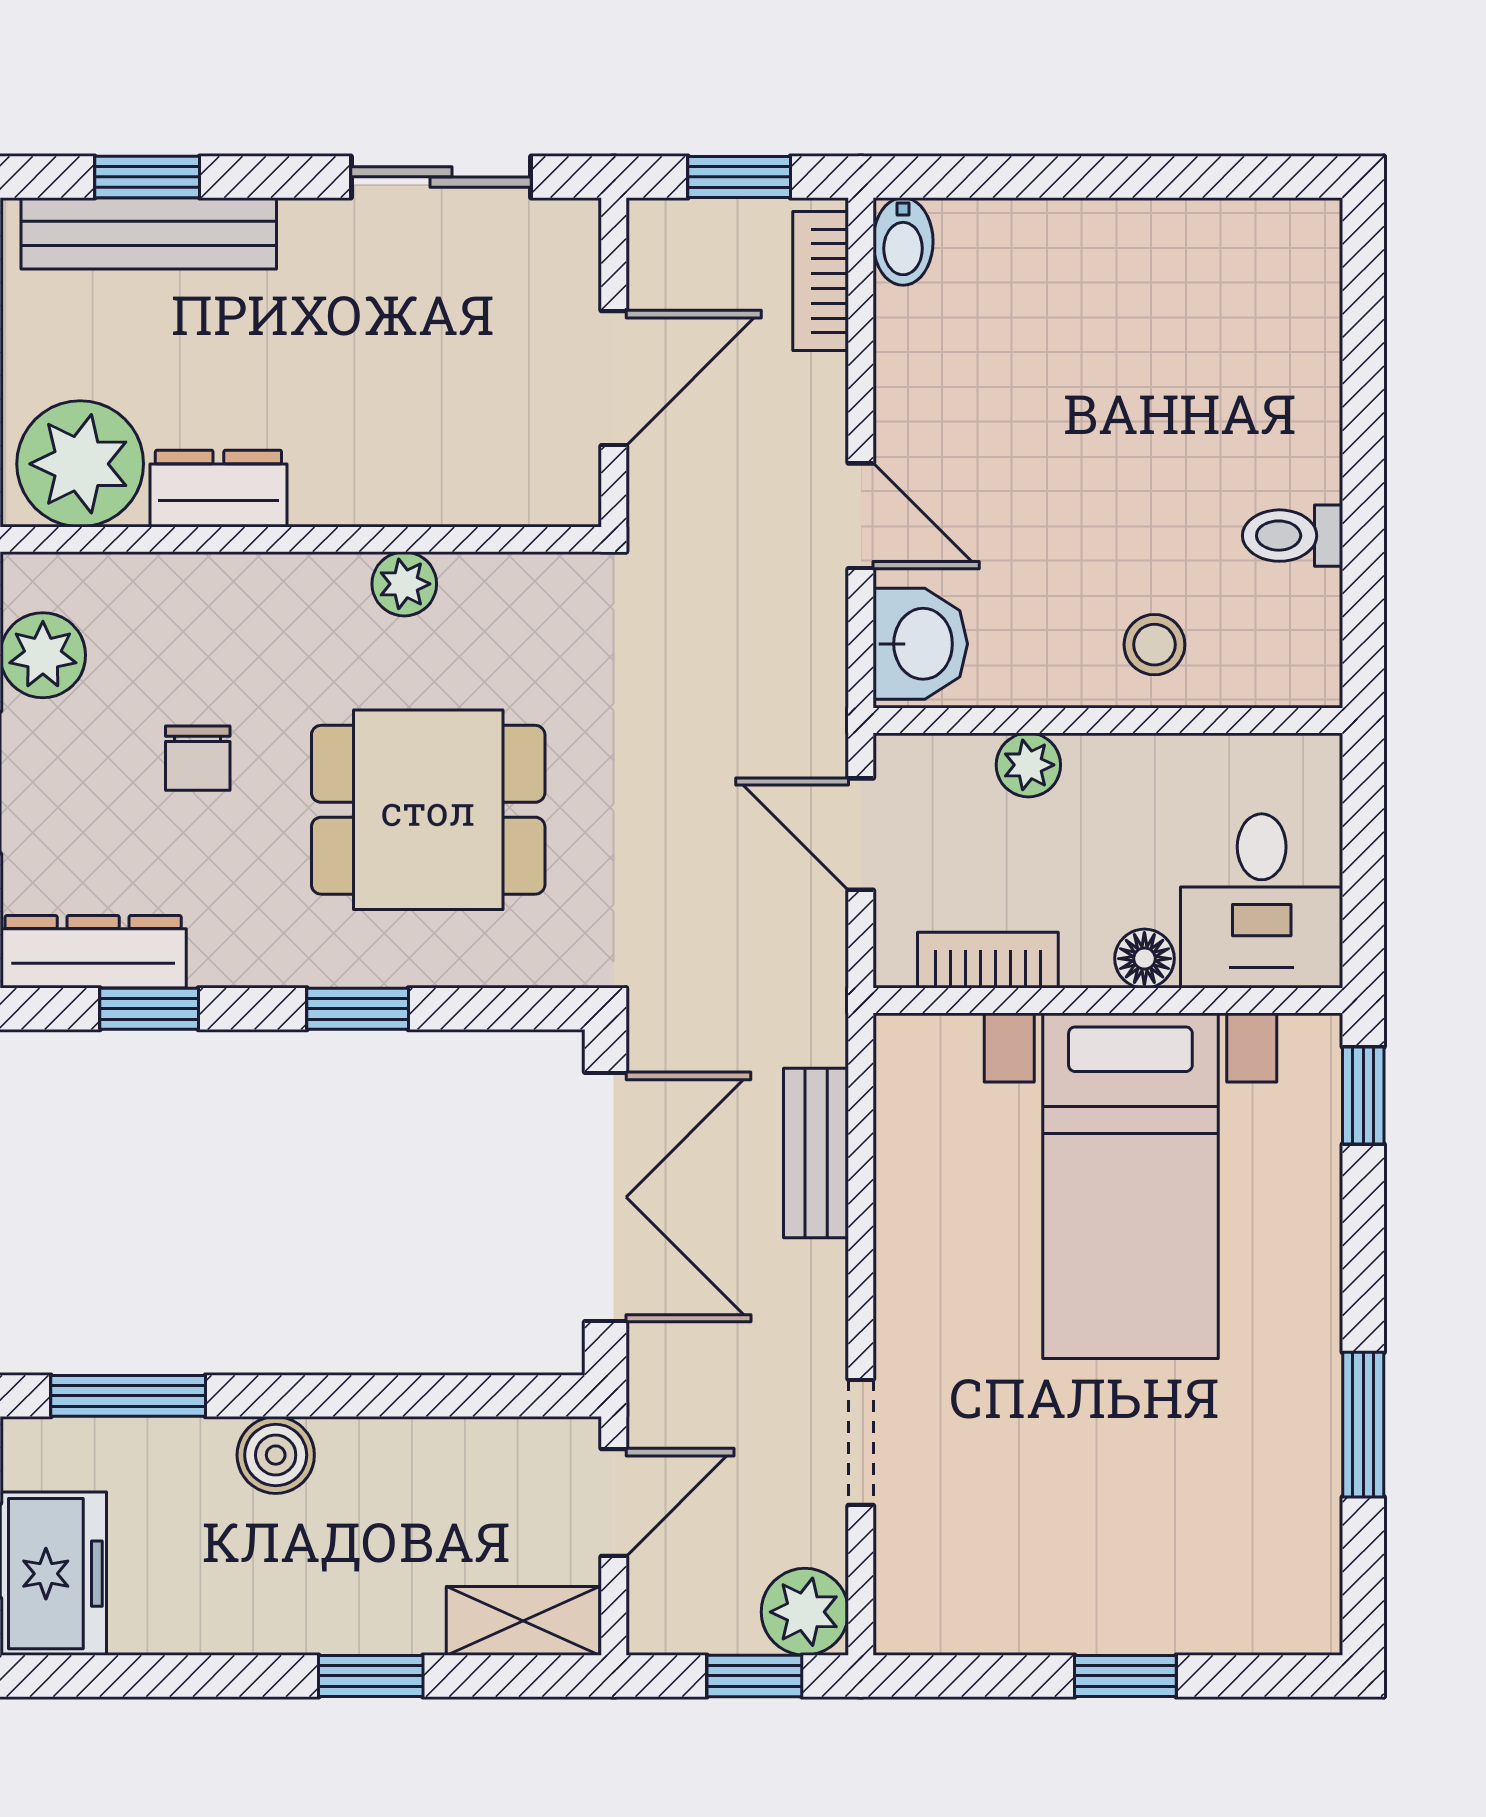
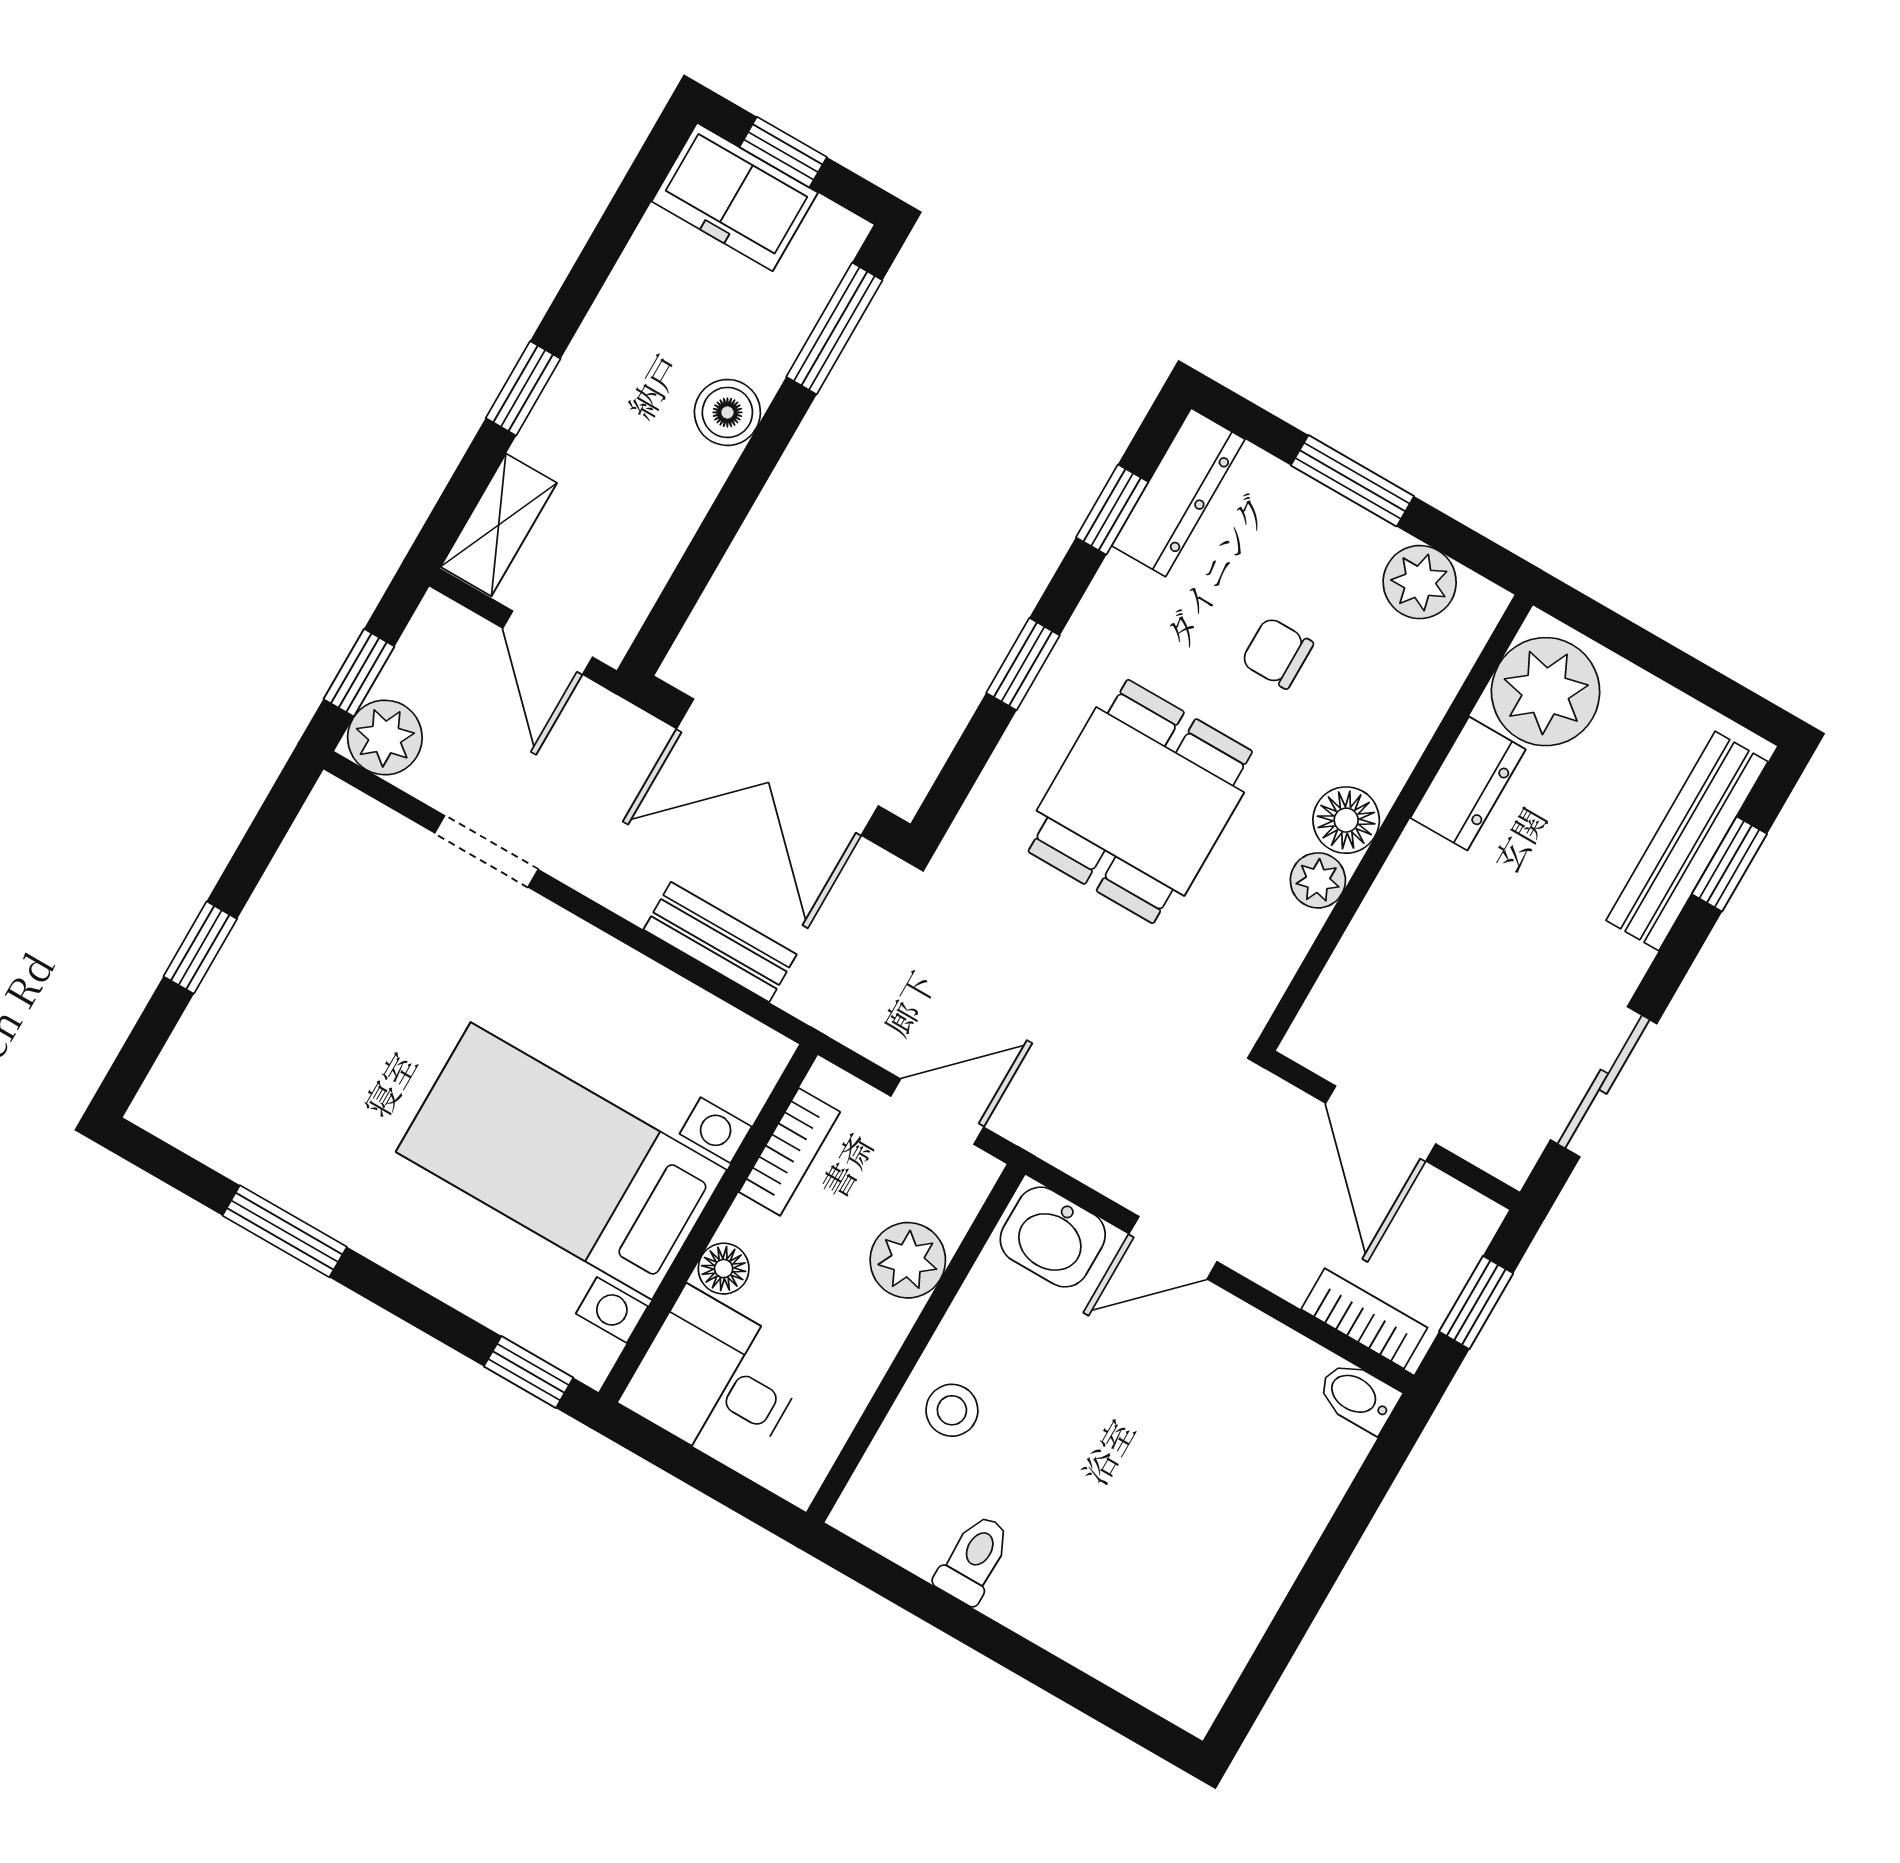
floor lamp: (327, 591) -> (1346, 820), added
plant: (1028, 765) -> (908, 1260), width x1.38, depth x1.38

